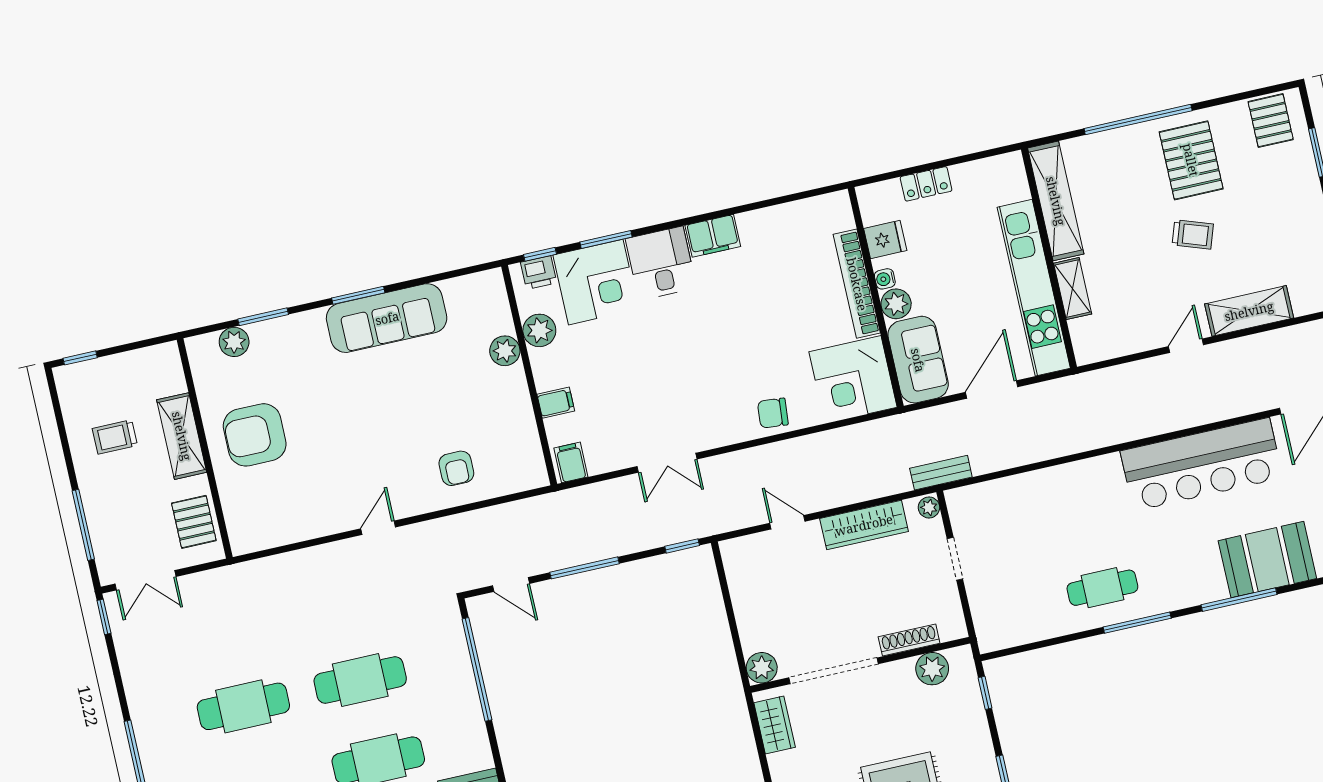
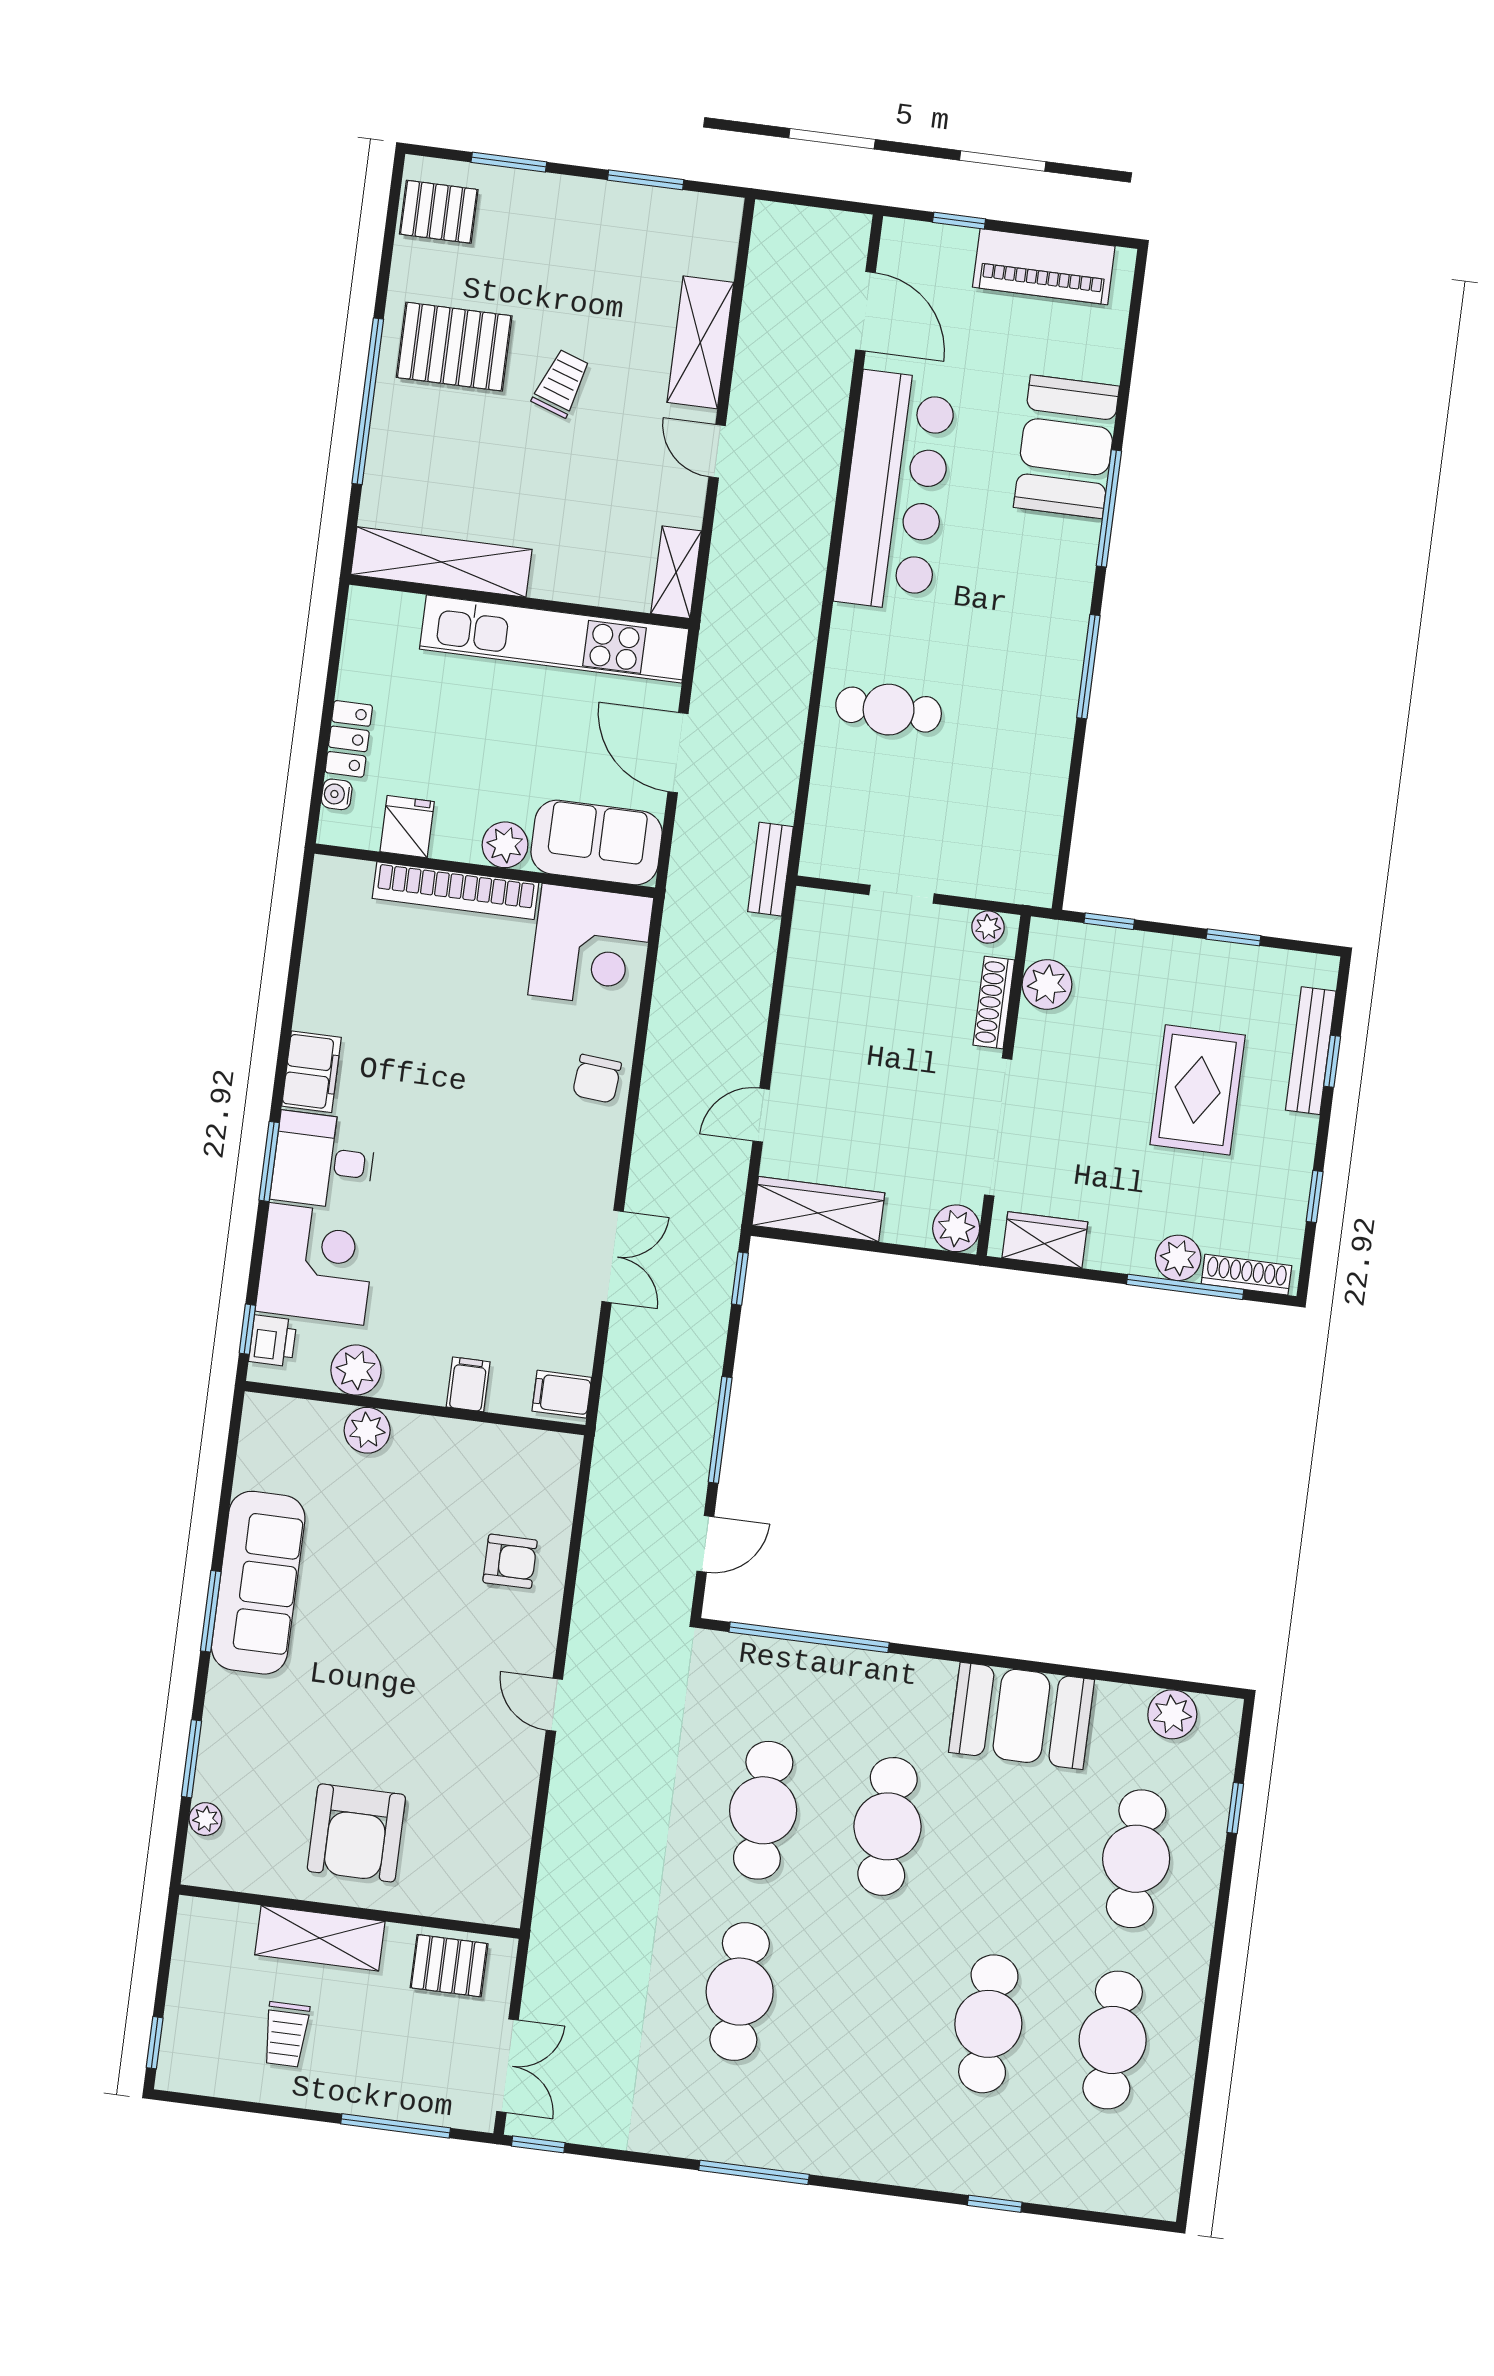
window: (606, 239) -> (269, 1161), moved
water cooler: (885, 279) -> (337, 794), moved, turned 90
shelving: (1073, 289) -> (676, 572), moved, turned 90
plant: (234, 342) -> (205, 1819), width x0.73, depth x0.73
plant: (929, 507) -> (988, 927), moved
wardrobe: (864, 525) -> (818, 1209), moved, turned -90
cafe table: (1102, 588) -> (889, 710), moved, turned 90

